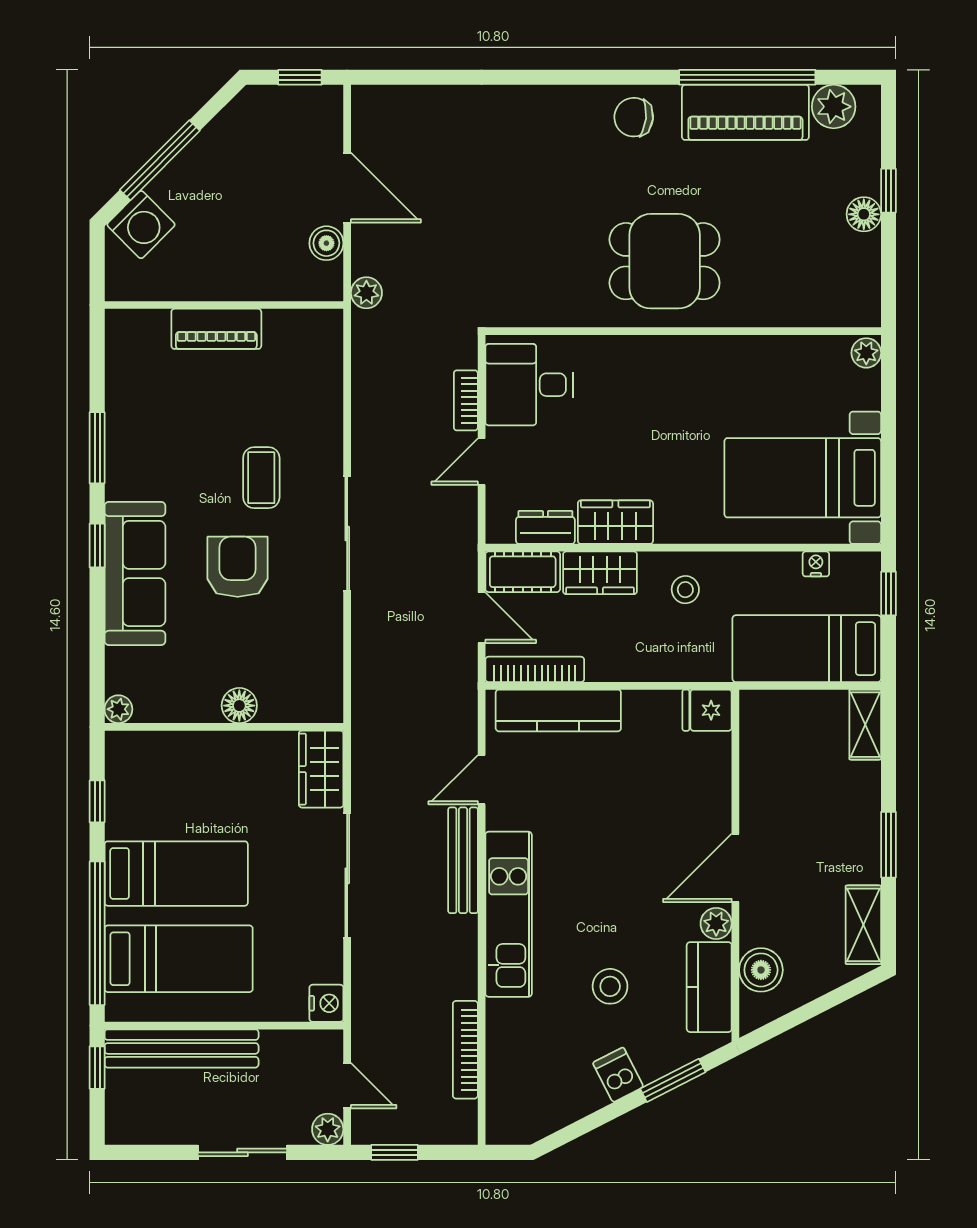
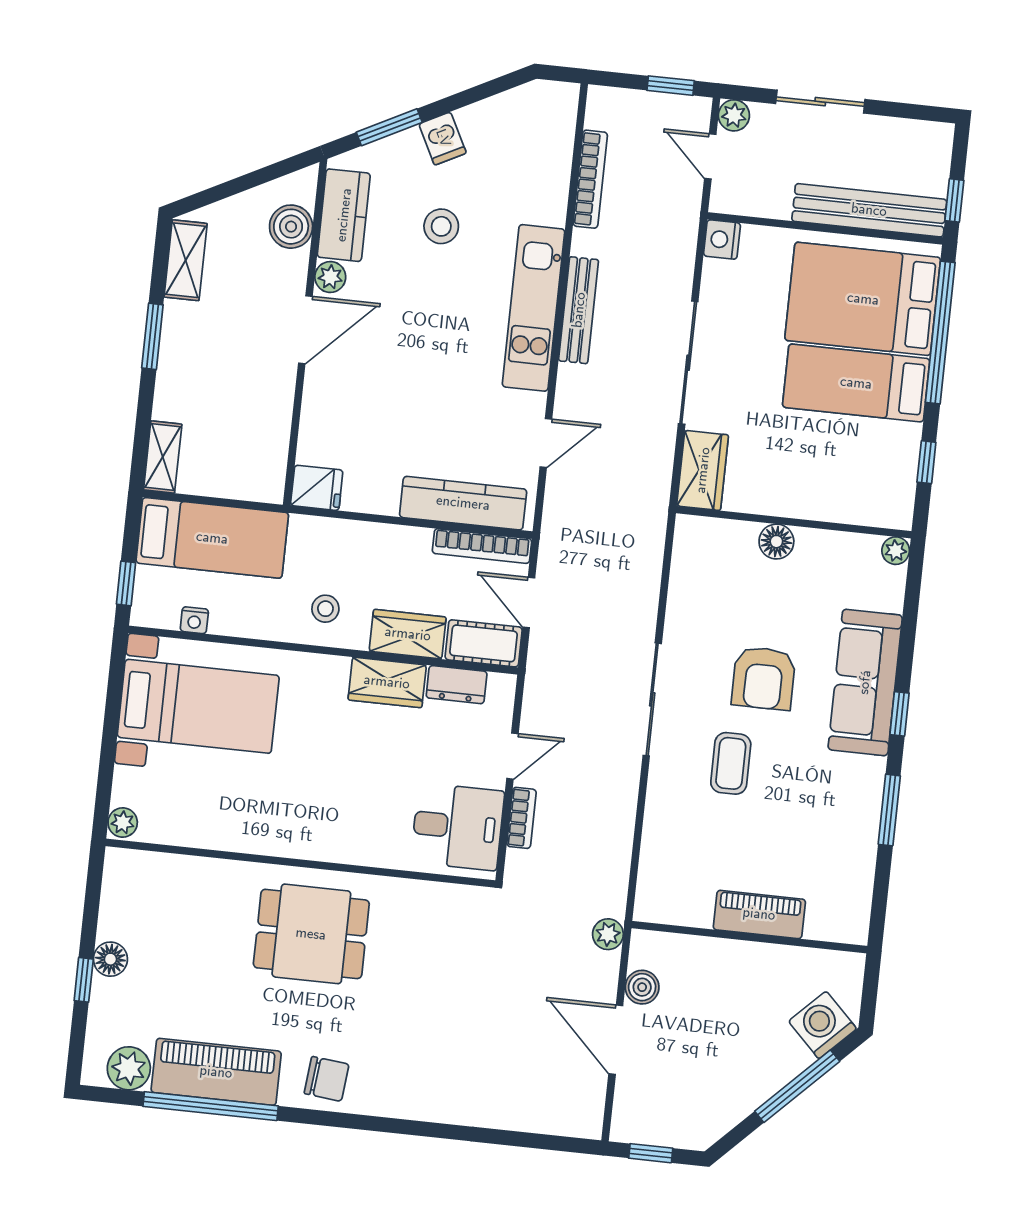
bench: (463, 860) -> (579, 310), moved
bed: (179, 959) -> (863, 299), width x1.50

